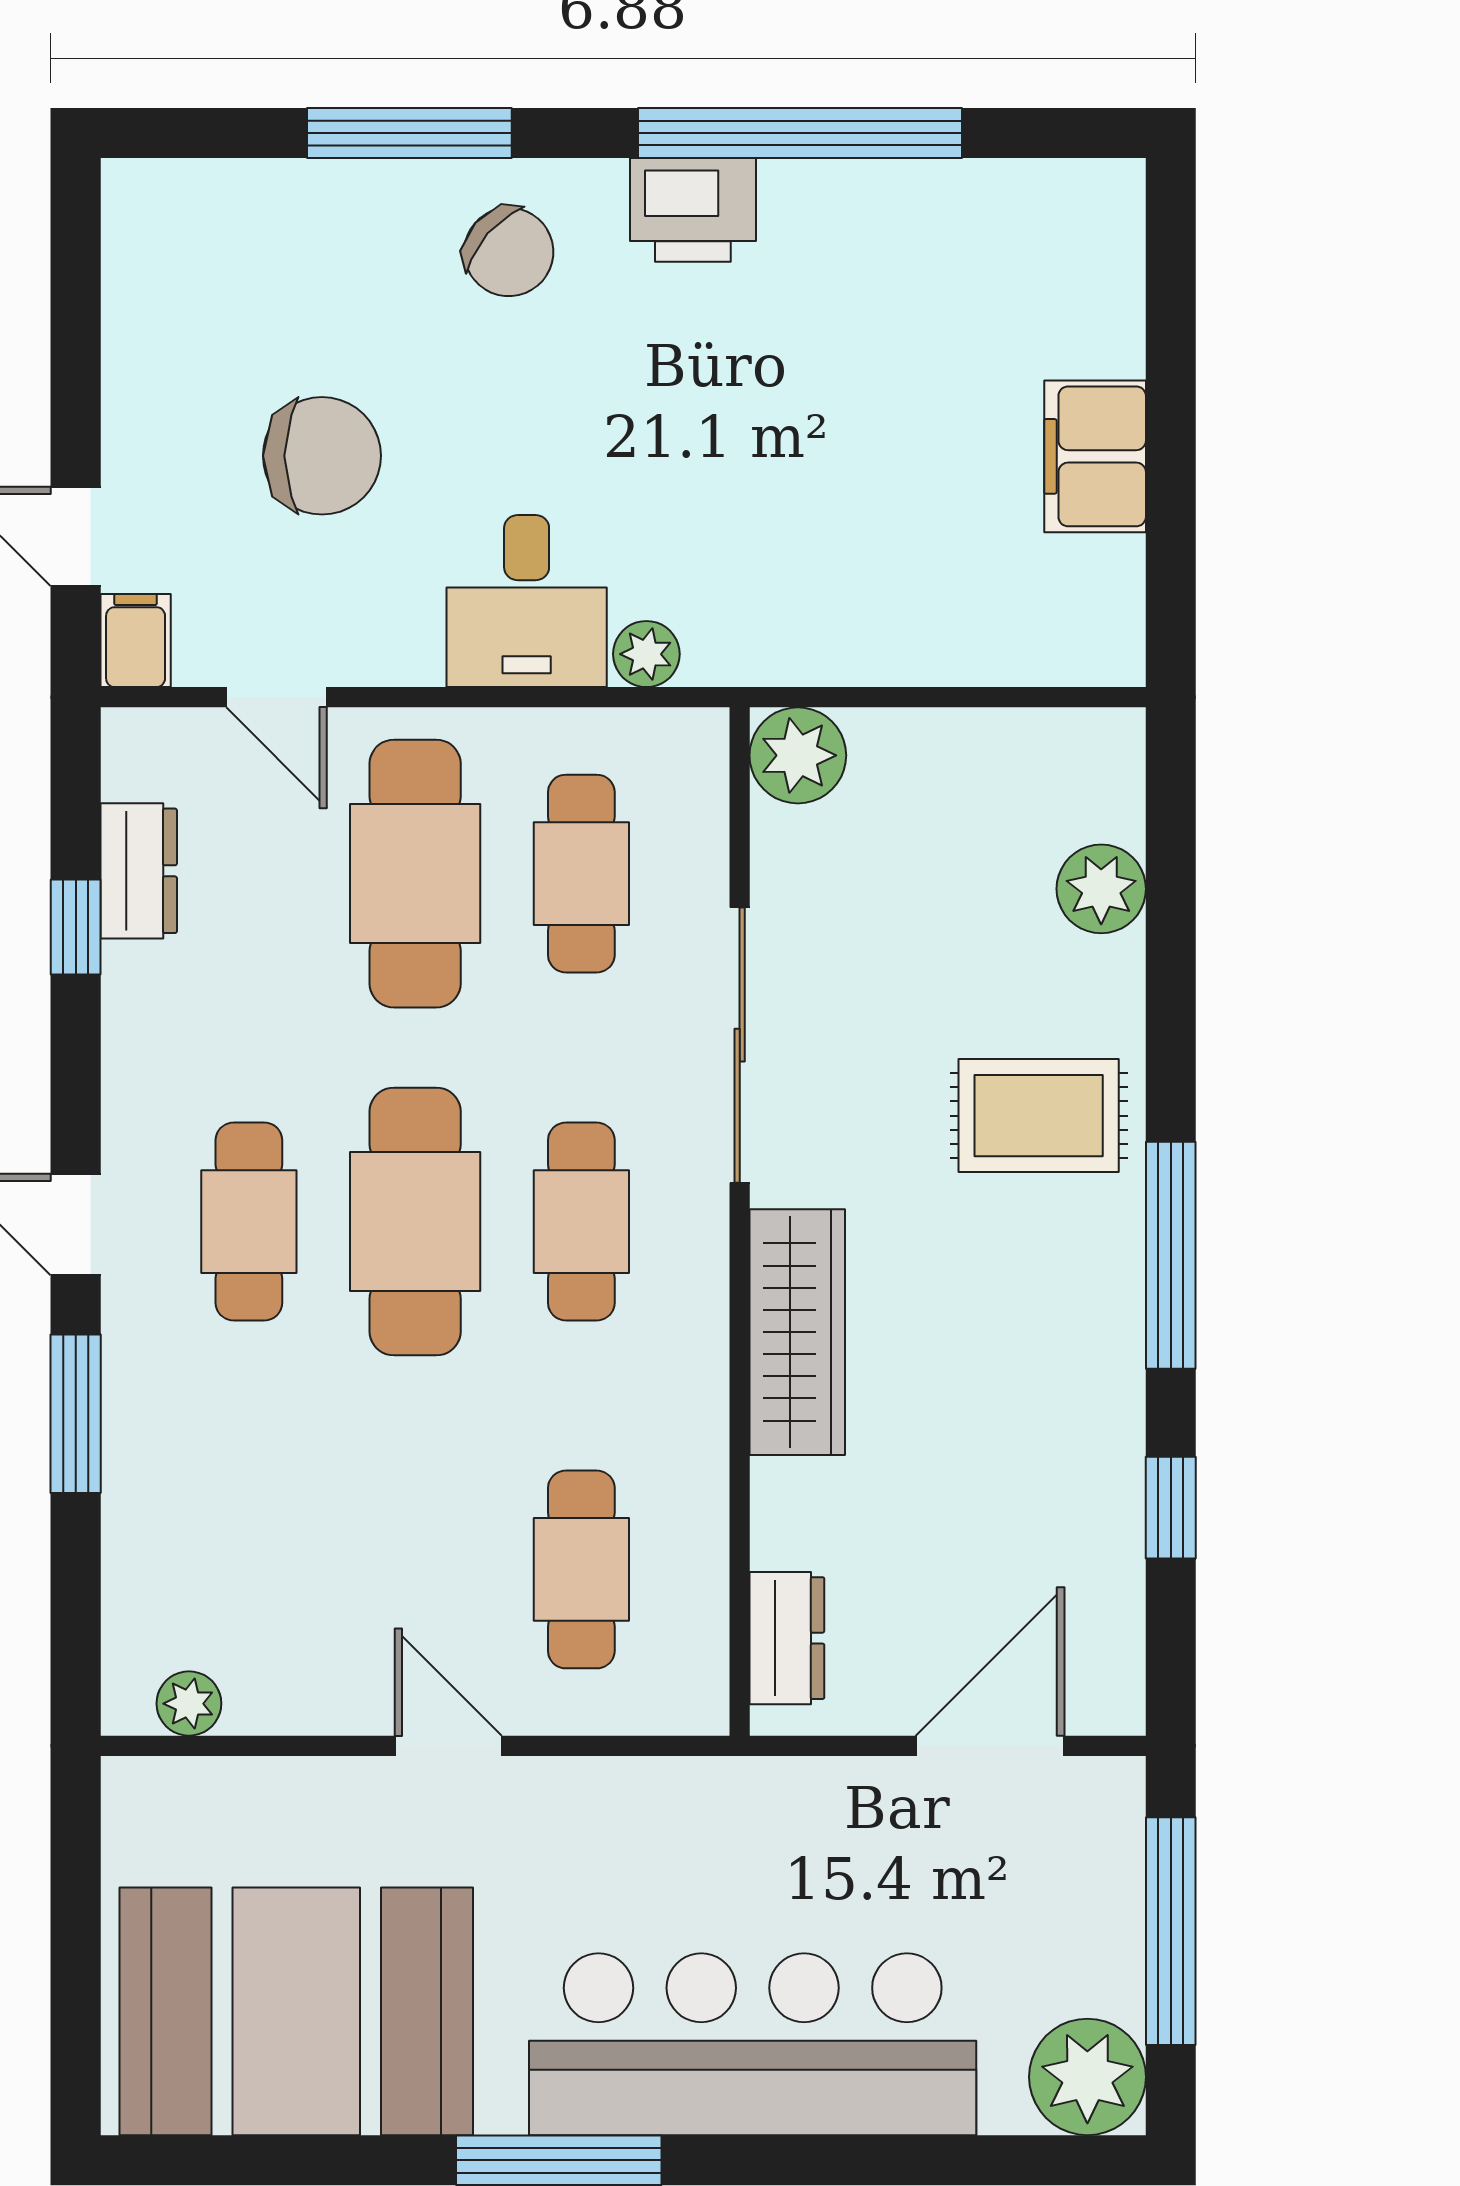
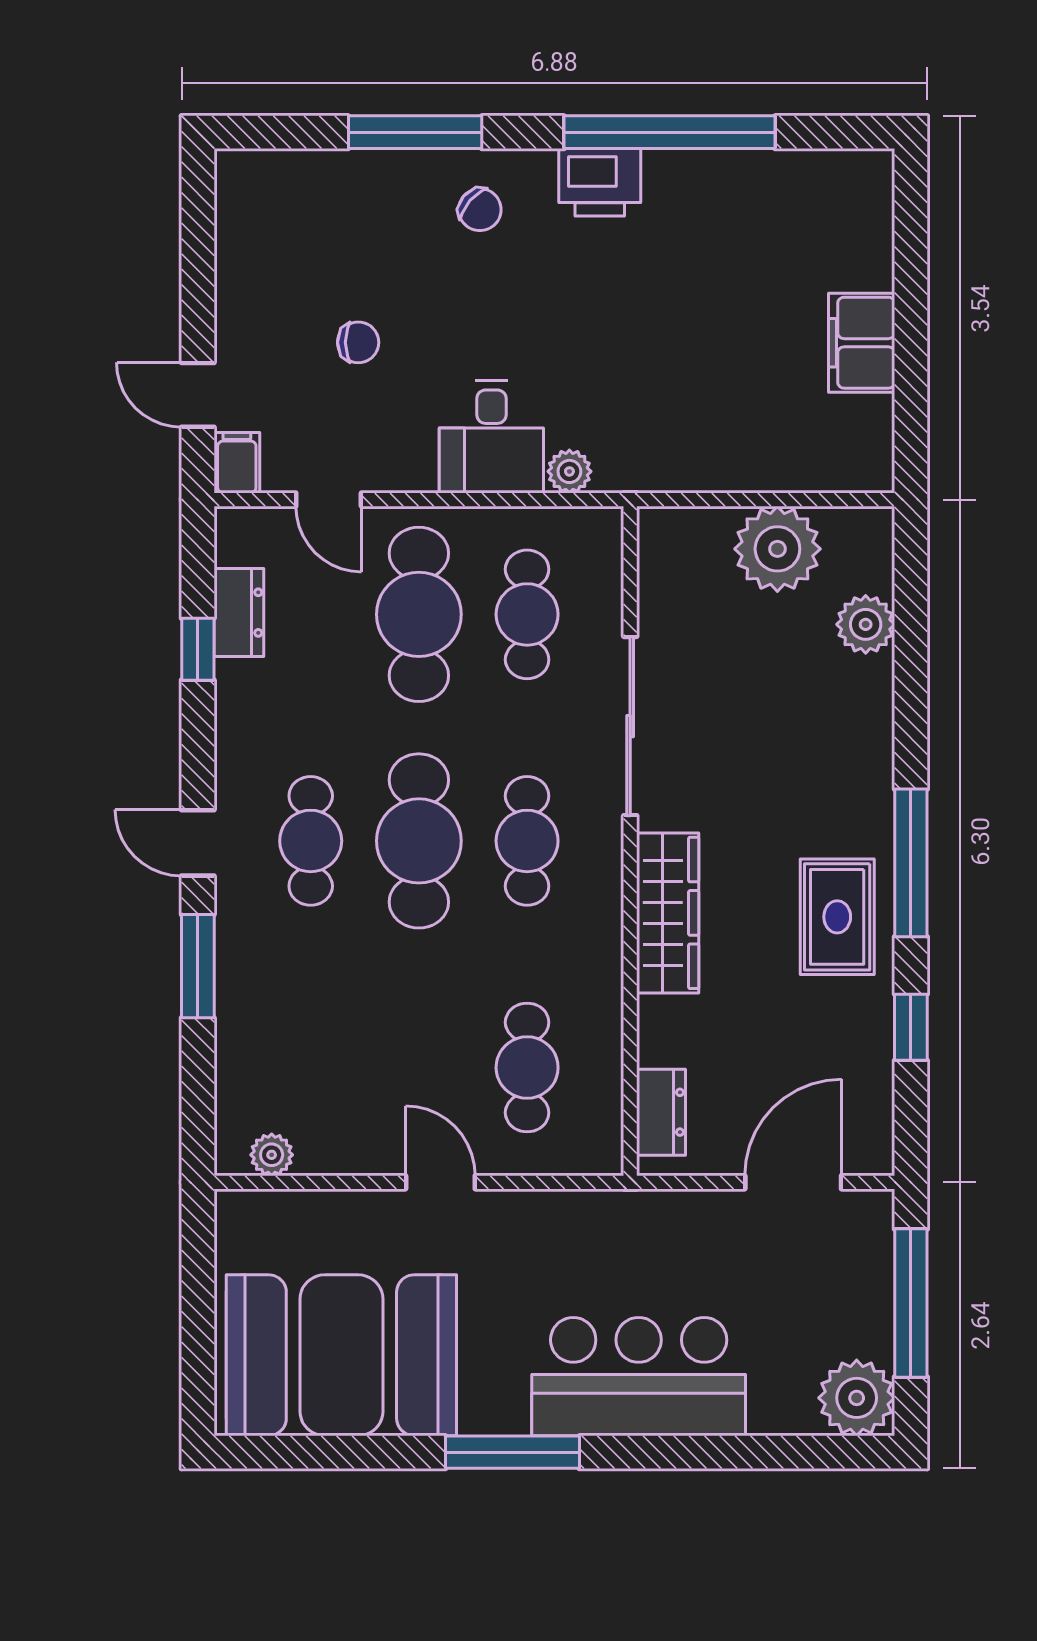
chair: (509, 252) -> (480, 210), width x0.73, depth x0.73
chair: (322, 456) -> (358, 342), width x0.54, depth x0.54
plant: (798, 755) -> (777, 549), moved, width x1.36, depth x1.36
rug: (1039, 1116) -> (837, 917), moved, turned 90
bar counter: (753, 2044) -> (639, 1377), width x0.73

